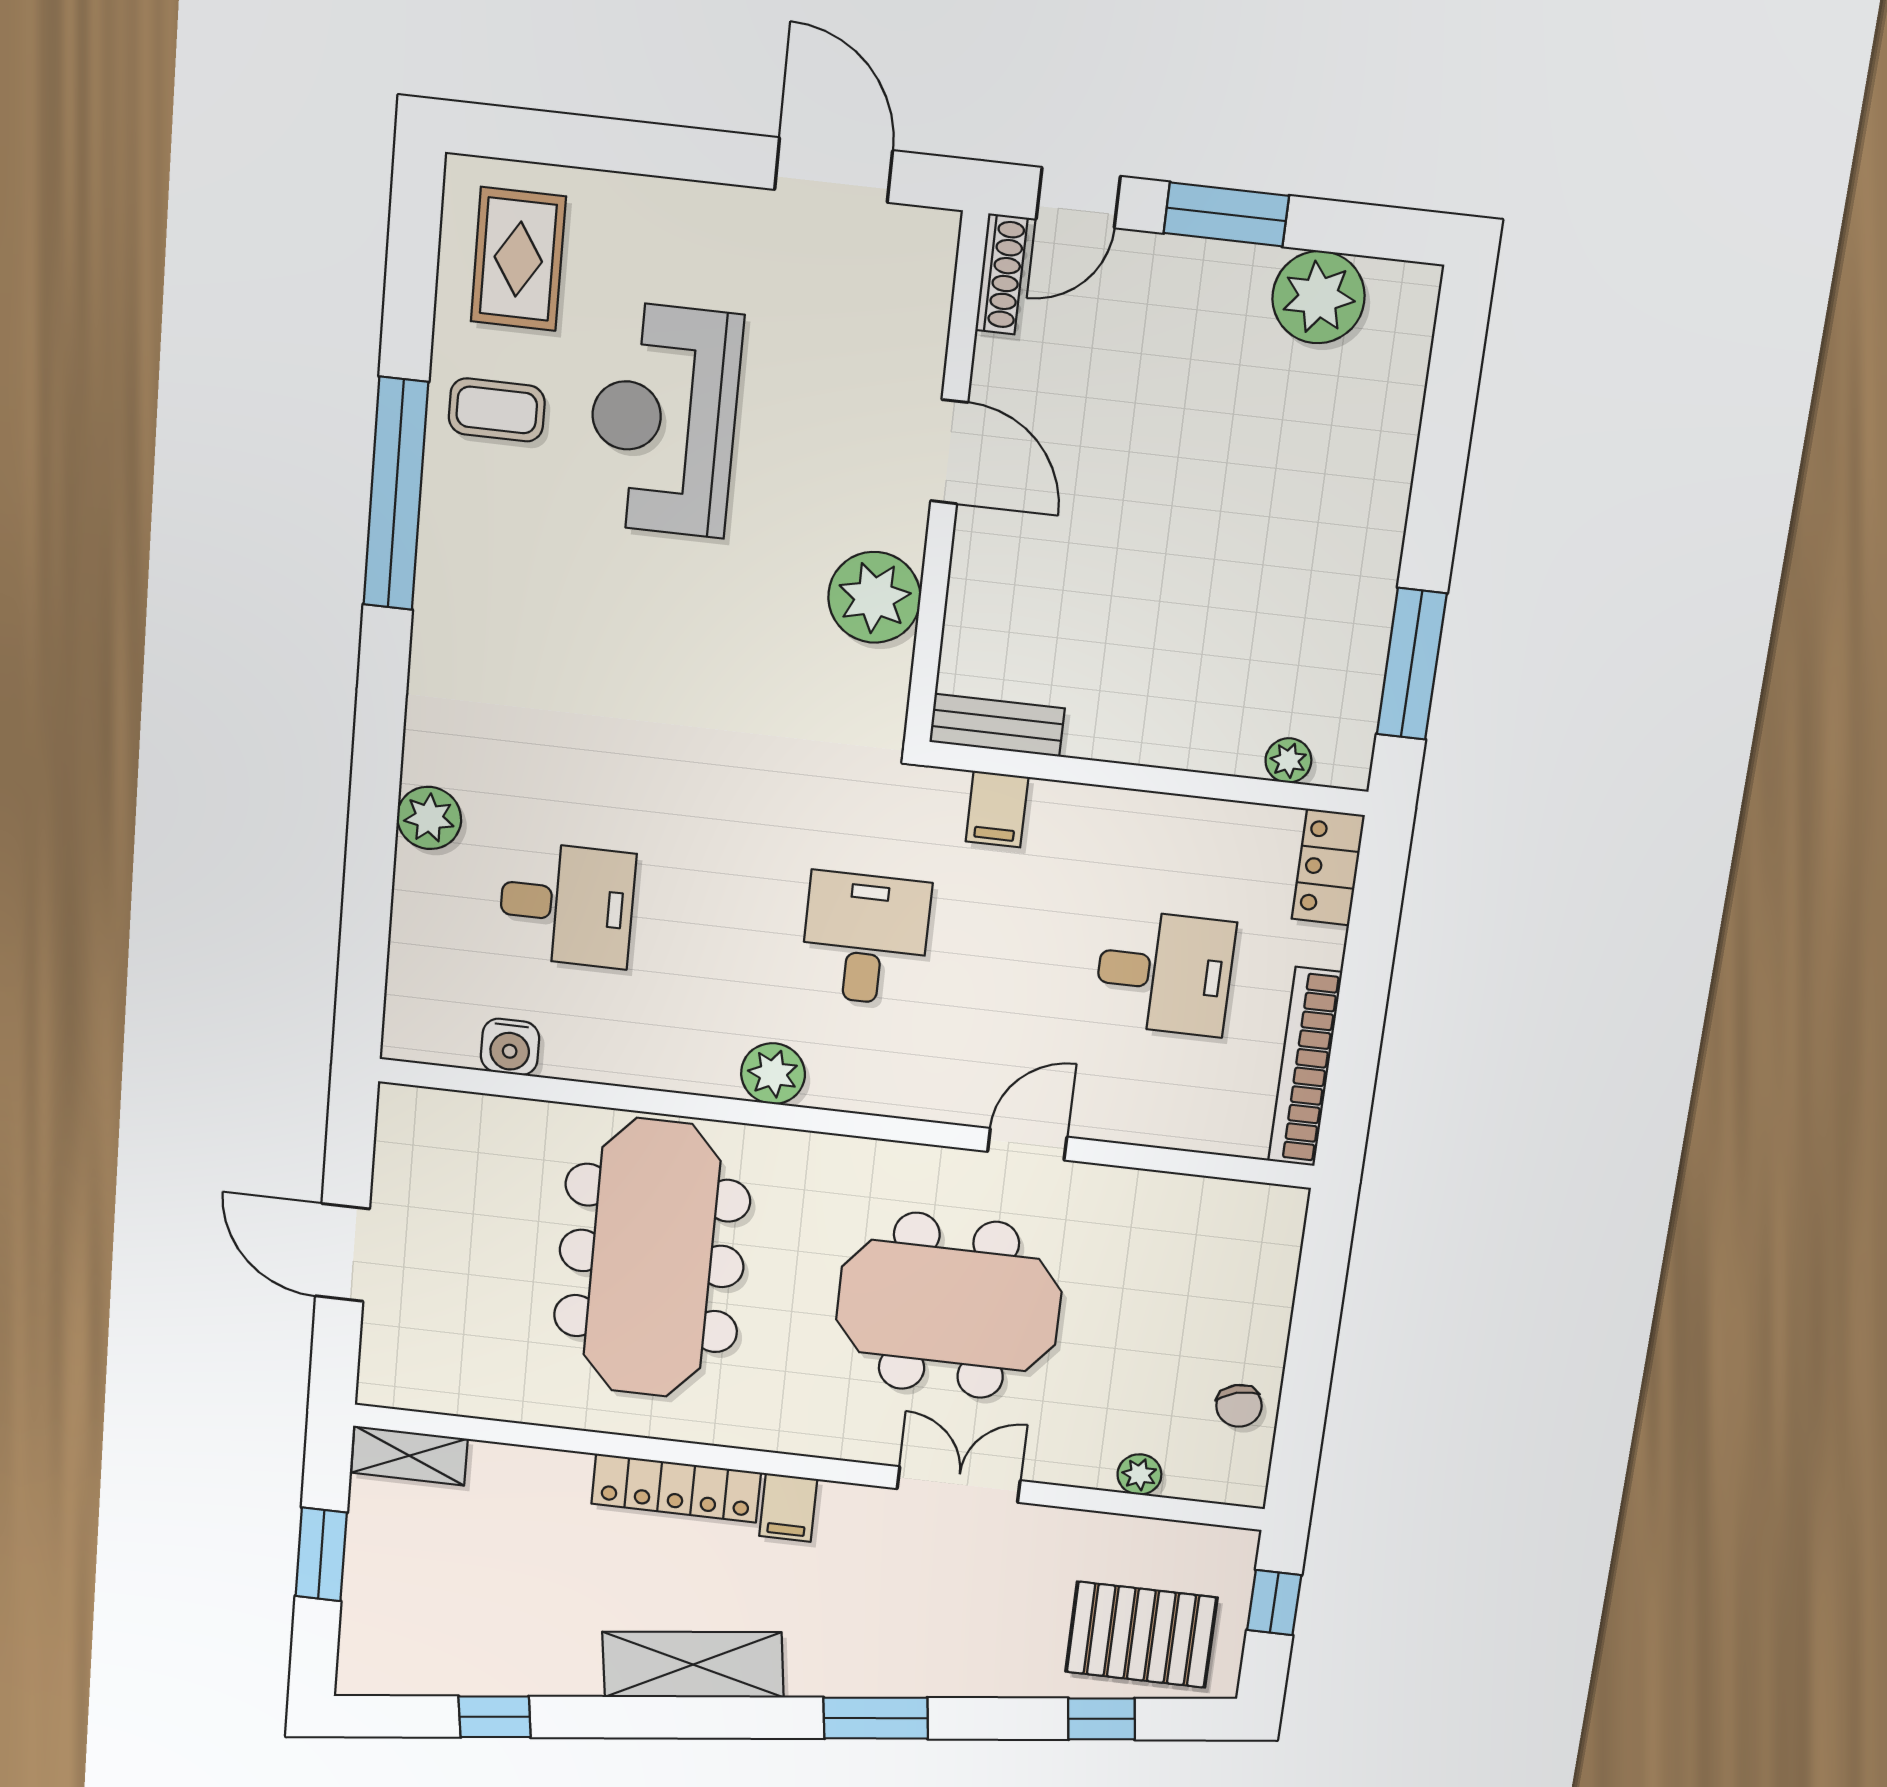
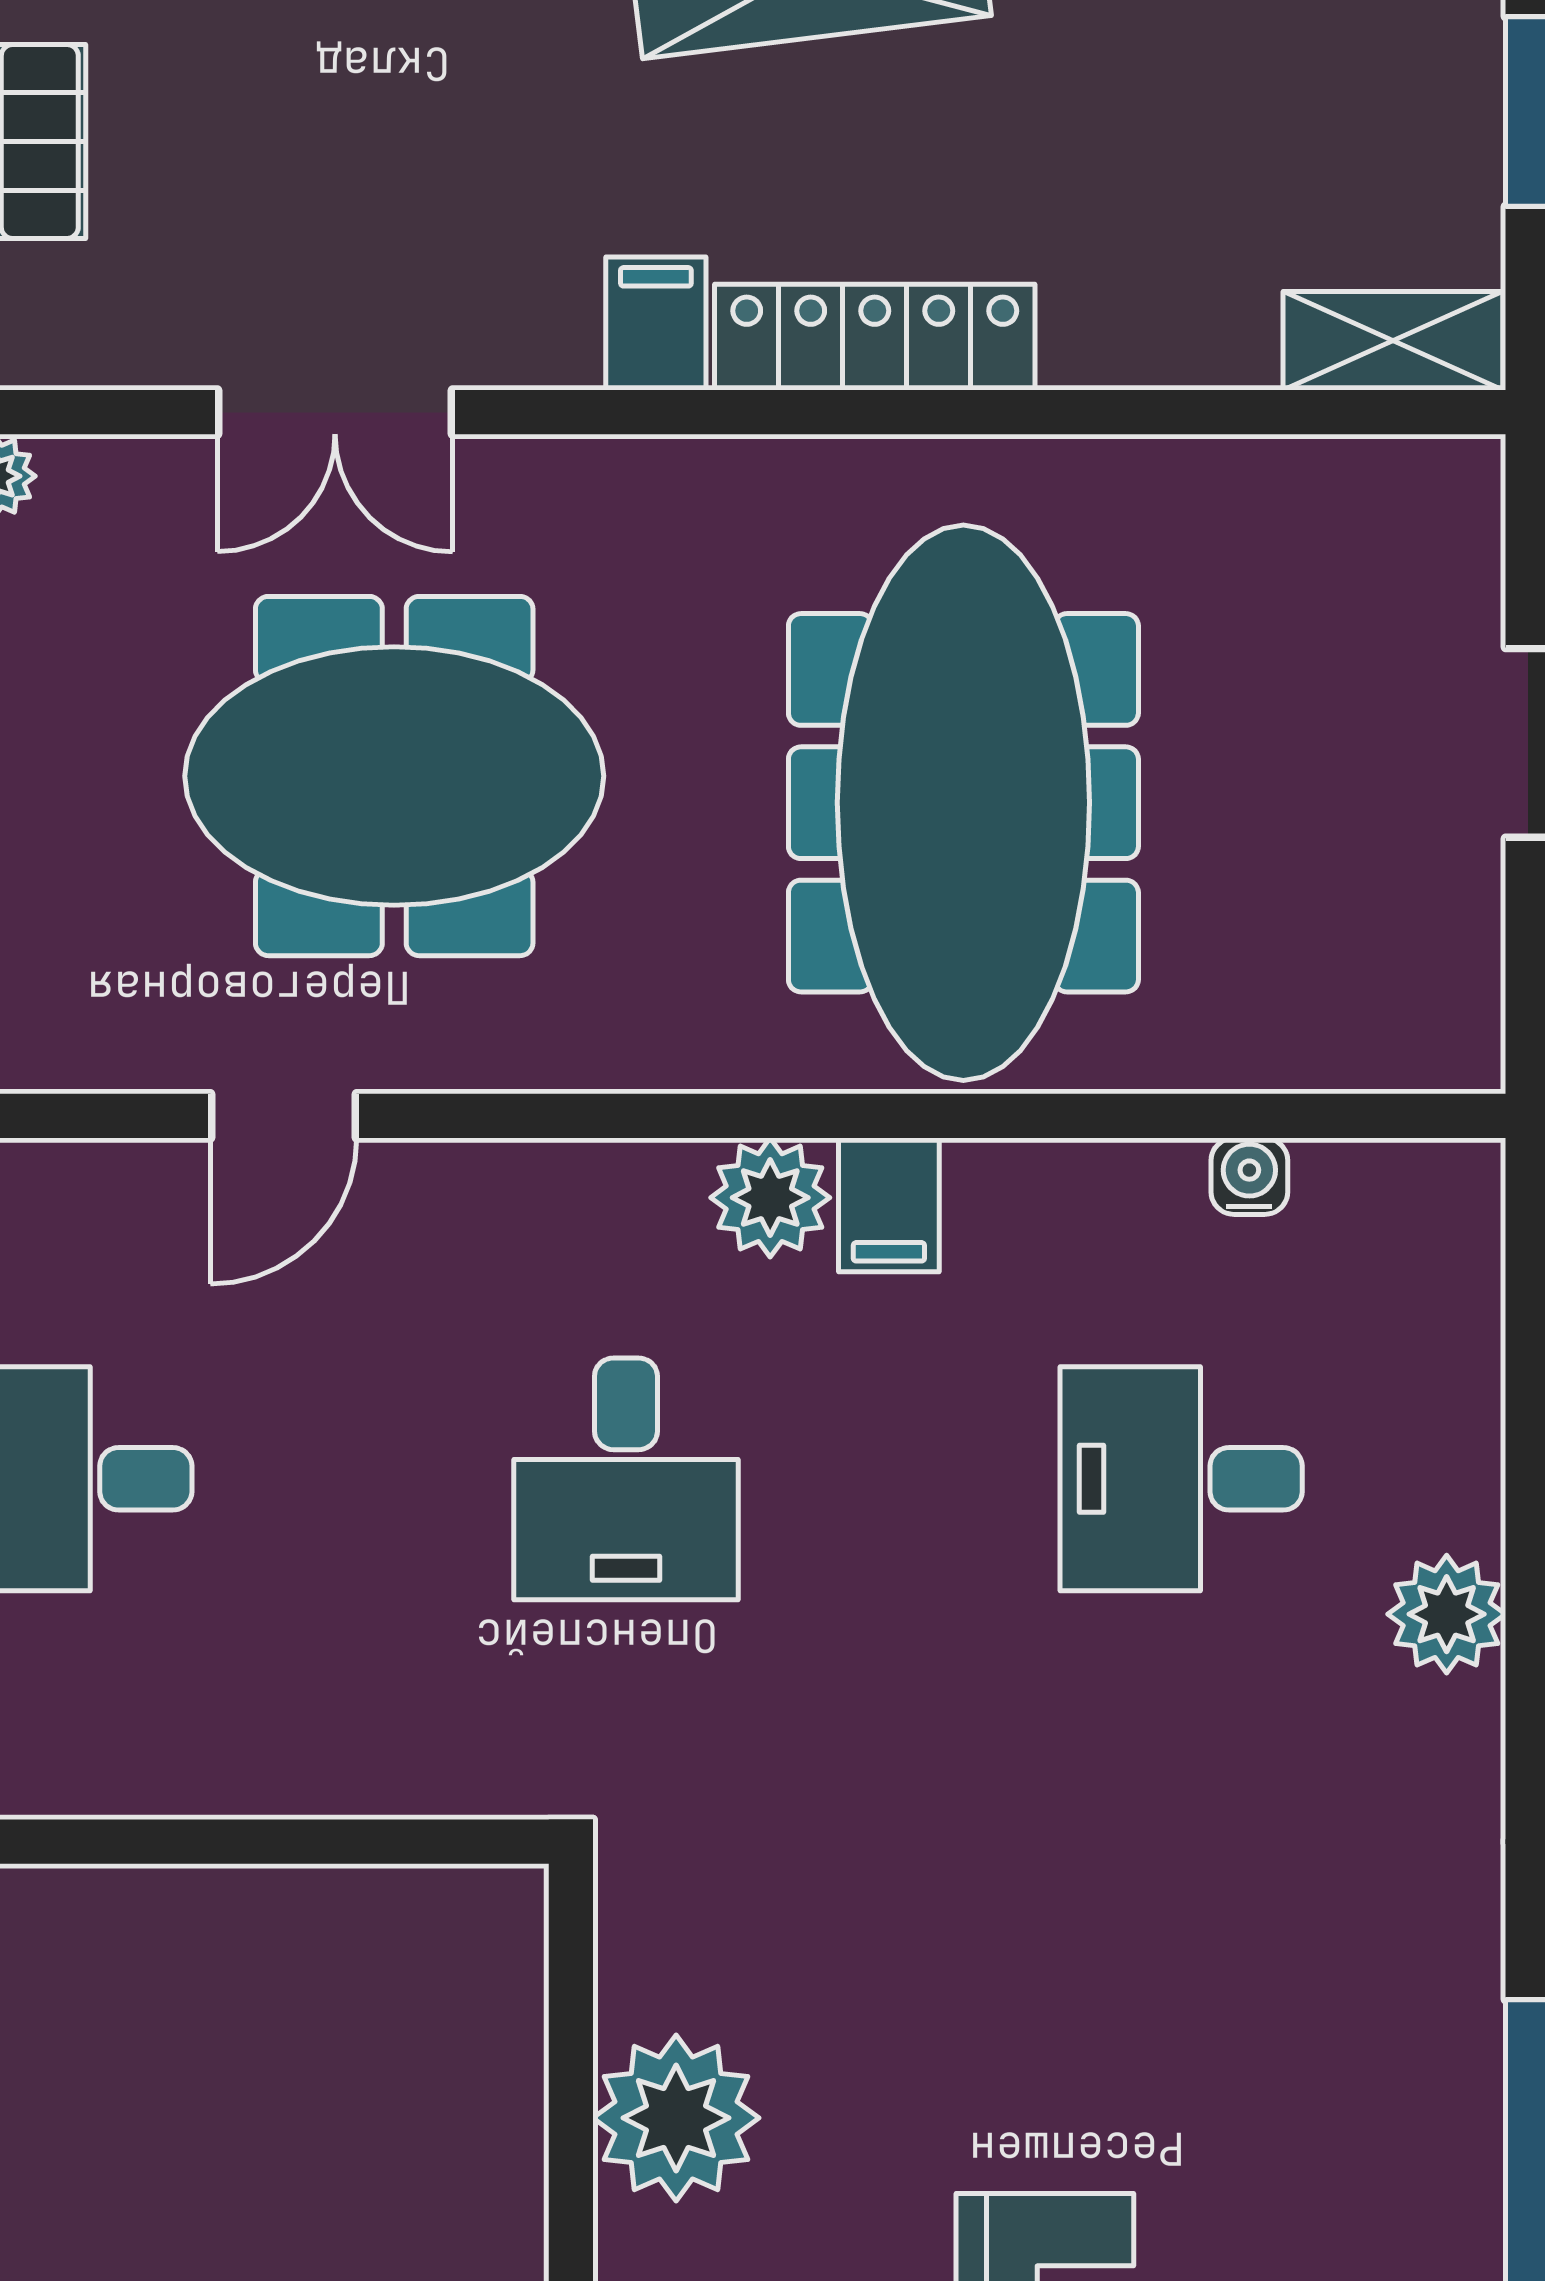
bench: (997, 725) -> (430, 1909), removed
filing cabinet: (997, 809) -> (889, 1205), moved, turned 180
water cooler: (510, 1047) -> (1249, 1176), width x0.72, depth x0.72

